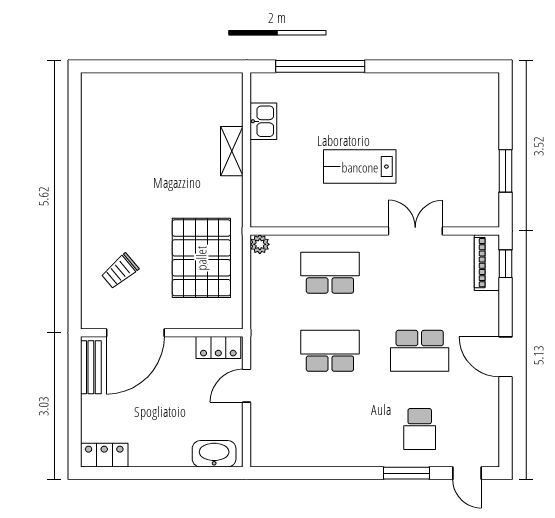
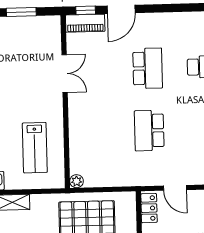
lab bench: (360, 167) -> (35, 148), moved
double door: (415, 231) -> (65, 73), swing flipped
school desk: (330, 273) -> (95, 132), removed
door: (506, 357) -> (121, 9), moved

